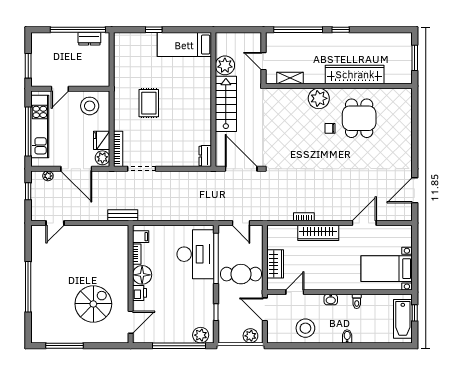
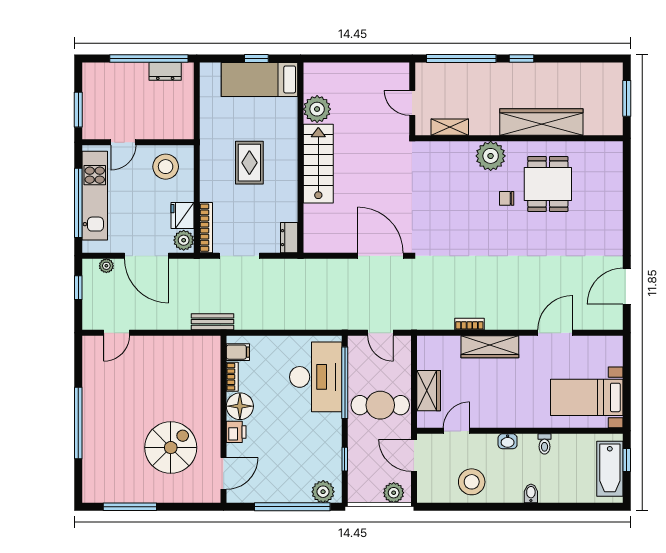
bed: (184, 45) -> (259, 79), moved
plant: (225, 65) -> (317, 109), moved
wall: (213, 100) -> (301, 158), moved
stairs: (226, 104) -> (318, 164), moved
dresser: (205, 156) -> (289, 238), moved

